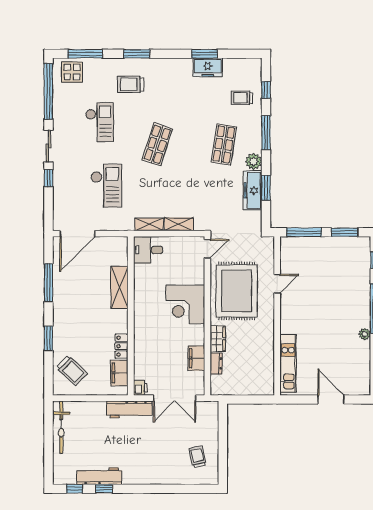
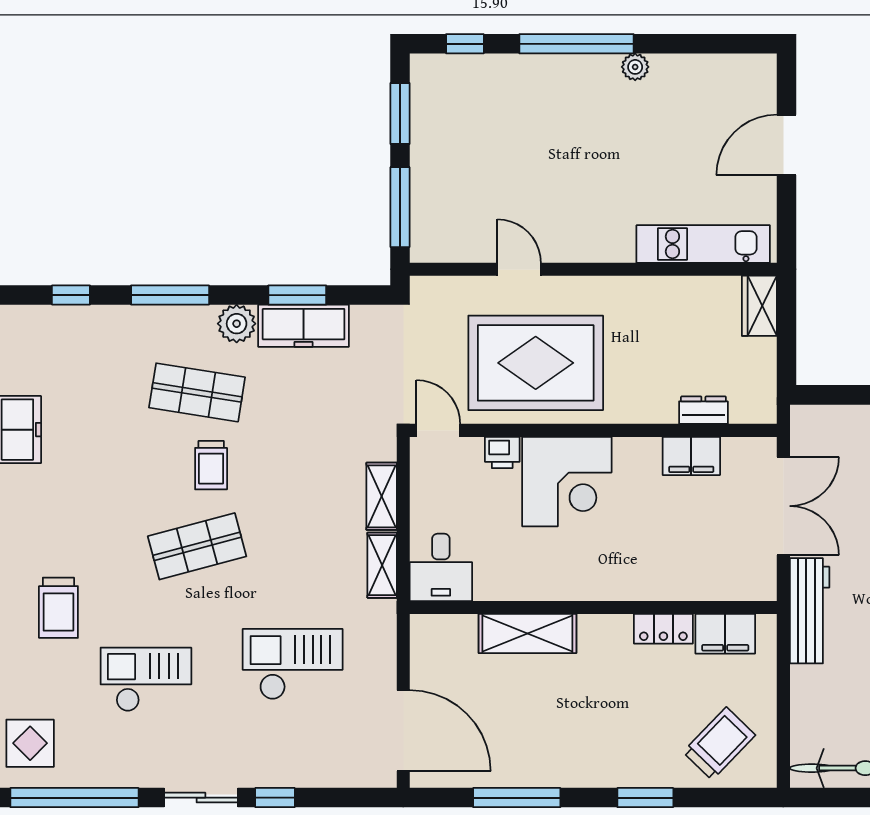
trolley: (242, 98) -> (211, 465), moved
shop shelf: (157, 144) -> (197, 546), turned -33
wardrobe: (218, 339) -> (759, 306), moved, turned -90
printer: (140, 388) -> (502, 452), moved, turned 180

